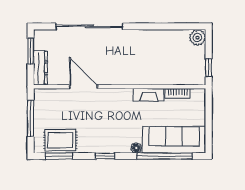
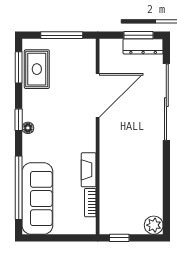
dresser: (40, 68) -> (143, 46), moved
door: (83, 87) -> (98, 95), width x1.36
floor lamp: (136, 148) -> (28, 128), moved

